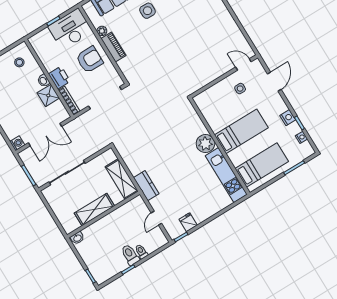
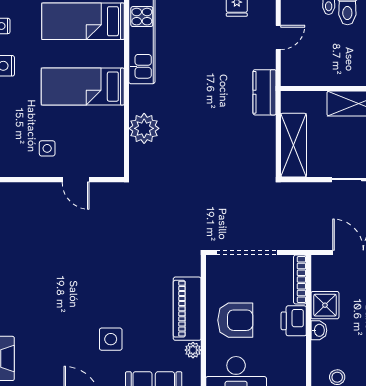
piano: (113, 47) -> (187, 309), width x1.37, depth x1.33
armchair: (90, 60) -> (235, 320), turned 180
door: (243, 64) -> (76, 180), moved
plant: (205, 144) -> (144, 128), moved
shelving: (122, 179) -> (294, 145), moved

